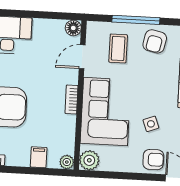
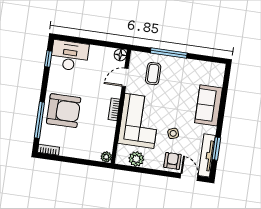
armchair: (155, 41) -> (182, 71), removed
filing cabinet: (39, 157) -> (85, 151), removed
plant: (89, 160) -> (136, 159), moved
armchair: (153, 160) -> (173, 161), turned -90

